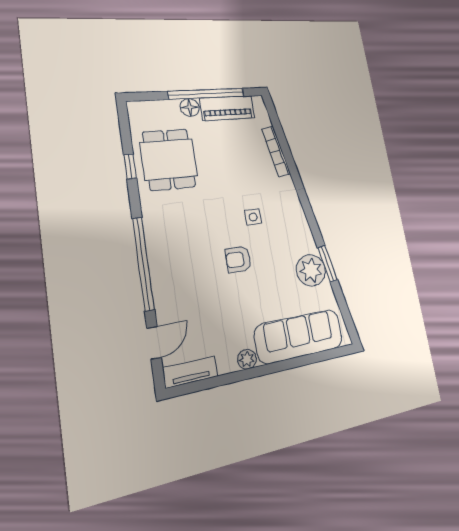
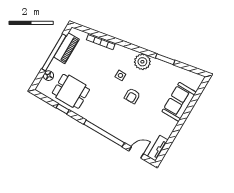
floor lamp: (190, 107) -> (49, 76), moved
plant: (311, 270) -> (142, 62), moved
sofa: (299, 336) -> (179, 102), width x0.73
door: (154, 343) -> (136, 152), hinge flipped
plant: (247, 359) -> (172, 124), removed

